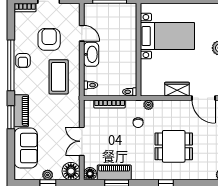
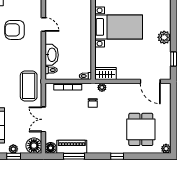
armchair: (49, 39) -> (15, 30), turned -90
washbasin: (91, 54) -> (52, 55), moved
coffee table: (59, 77) -> (29, 86), moved
wardrobe: (177, 89) -> (105, 74), moved
dining table: (174, 146) -> (141, 129), moved, turned 90

